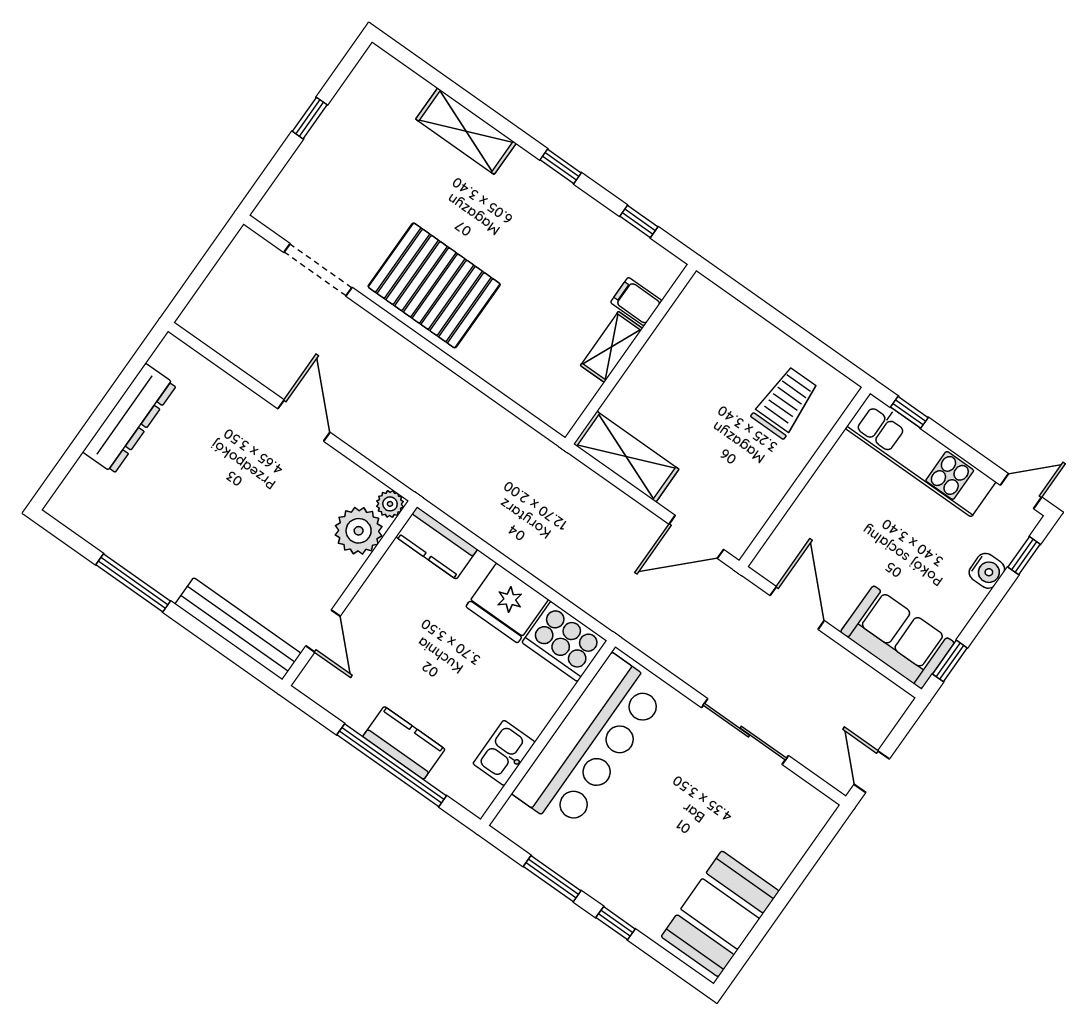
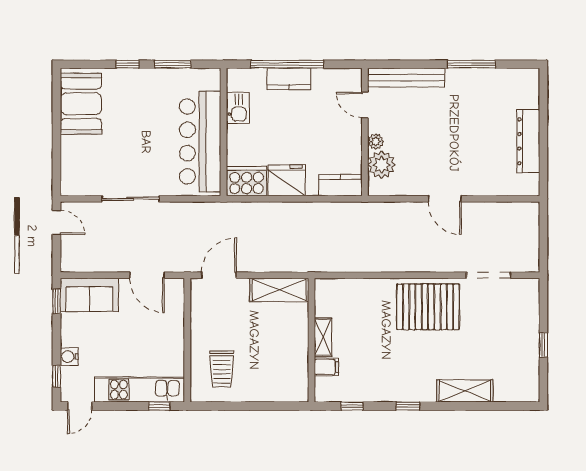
plant: (390, 504) -> (376, 141), moved

